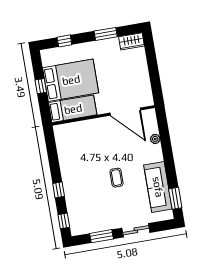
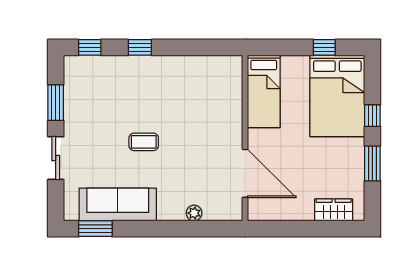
window: (64, 41) -> (372, 116), moved
wardrobe: (131, 41) -> (334, 210), moved, turned 90
bed: (71, 80) -> (337, 96), moved
window: (41, 86) -> (324, 47), moved
door: (125, 112) -> (245, 173), swing flipped

